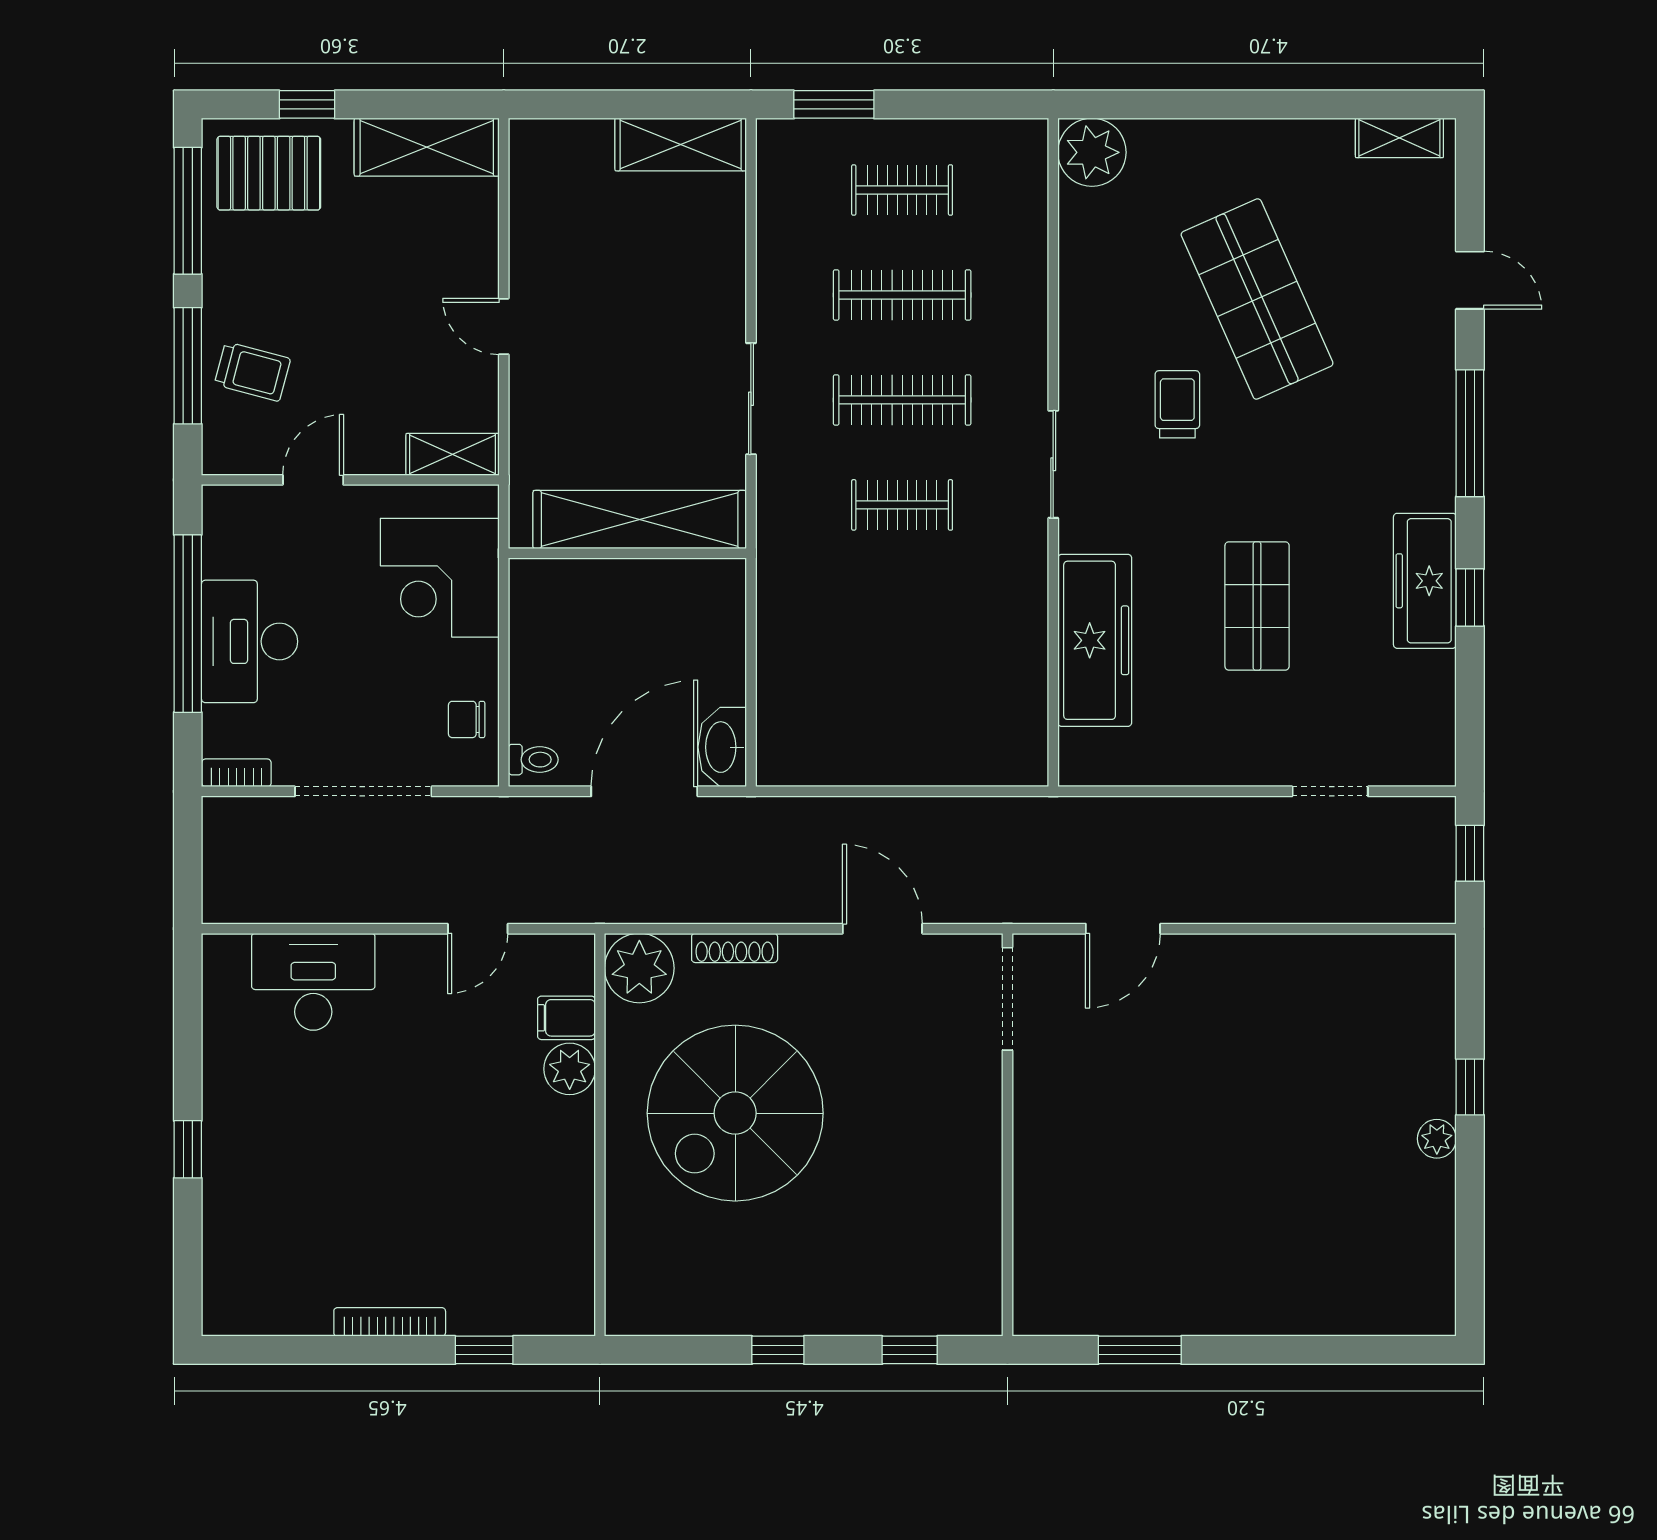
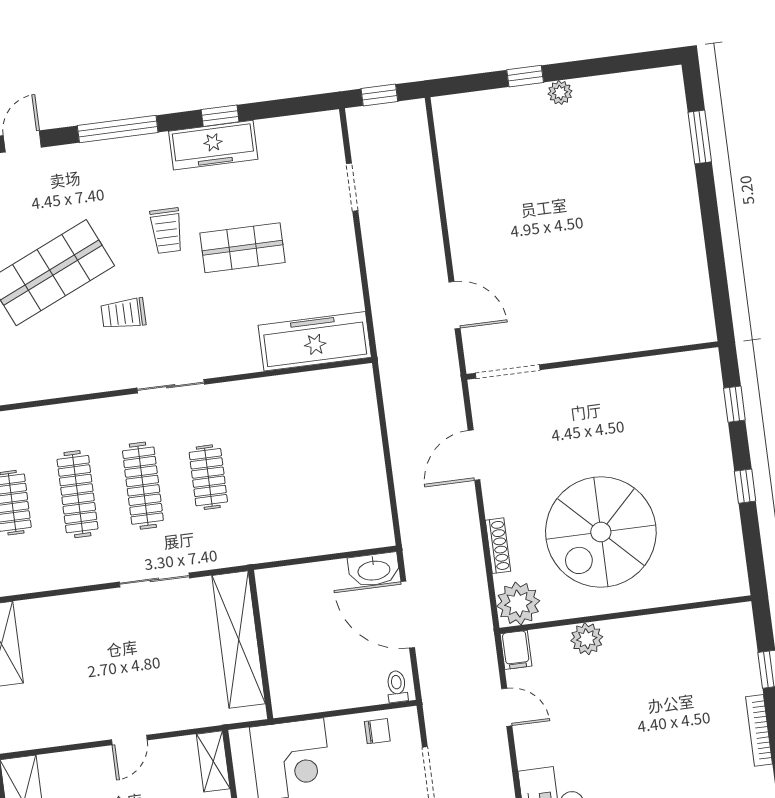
trolley: (1300, 490) -> (167, 231), added
freezer: (1095, 640) -> (315, 341), moved
chair: (467, 719) -> (377, 731), turned -90
filing cabinet: (566, 1018) -> (516, 650), moved
spiral stairs: (735, 1113) -> (601, 532), turned 90
window: (1140, 1350) -> (700, 137), moved

